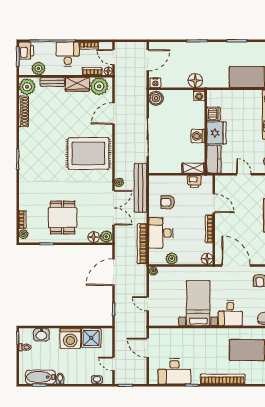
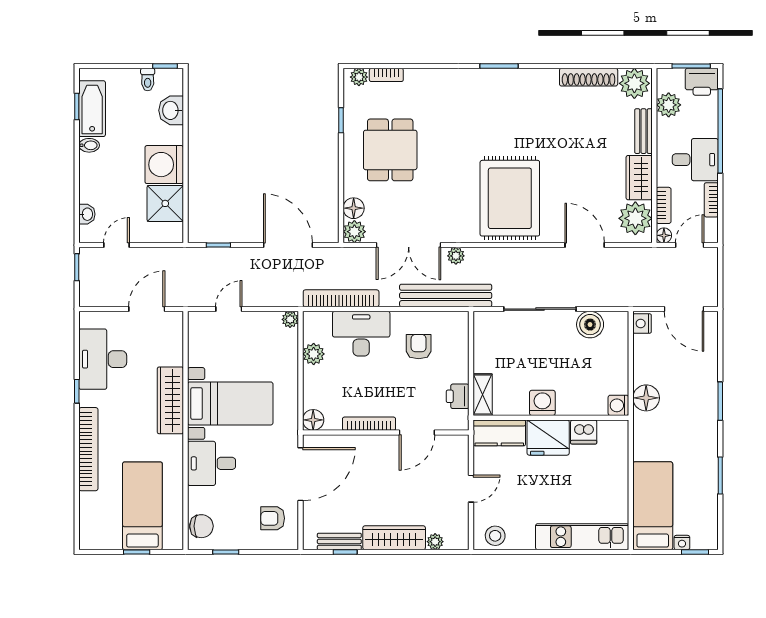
boiler: (156, 98) -> (590, 325), moved
dining table: (63, 217) -> (390, 150), turned 90
wardrobe: (197, 335) -> (170, 400), added

